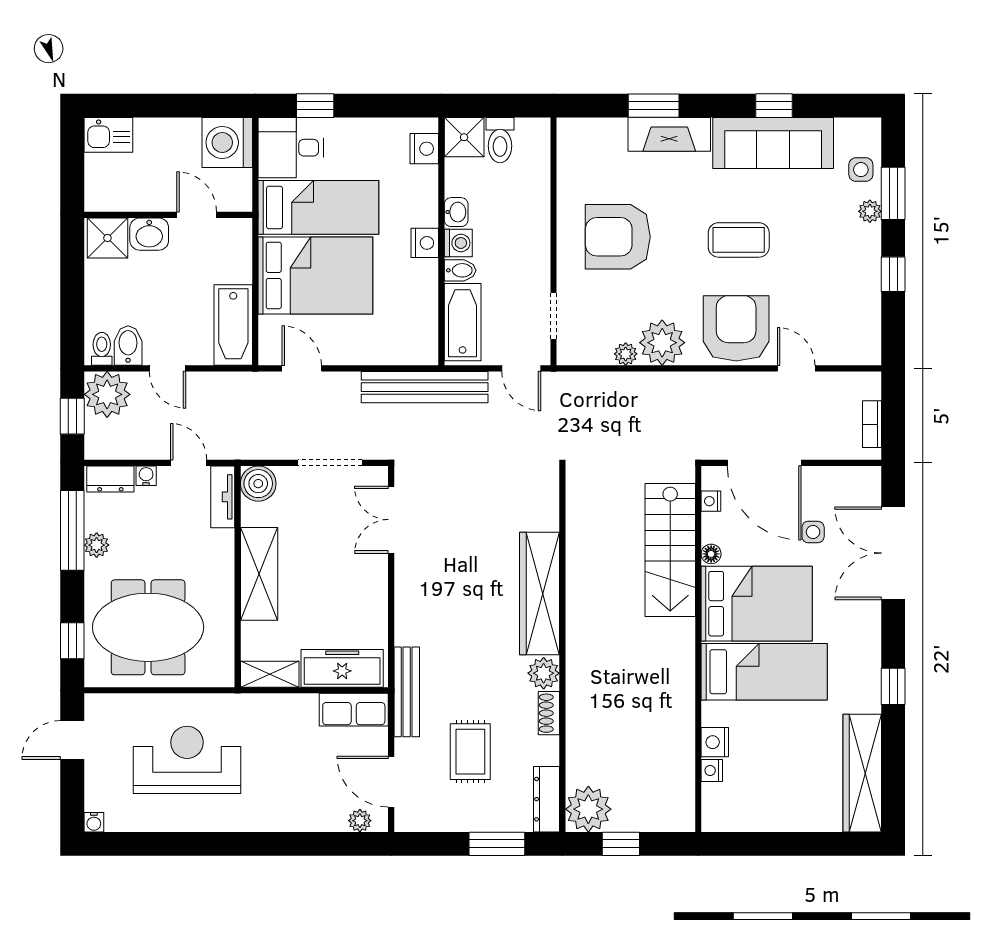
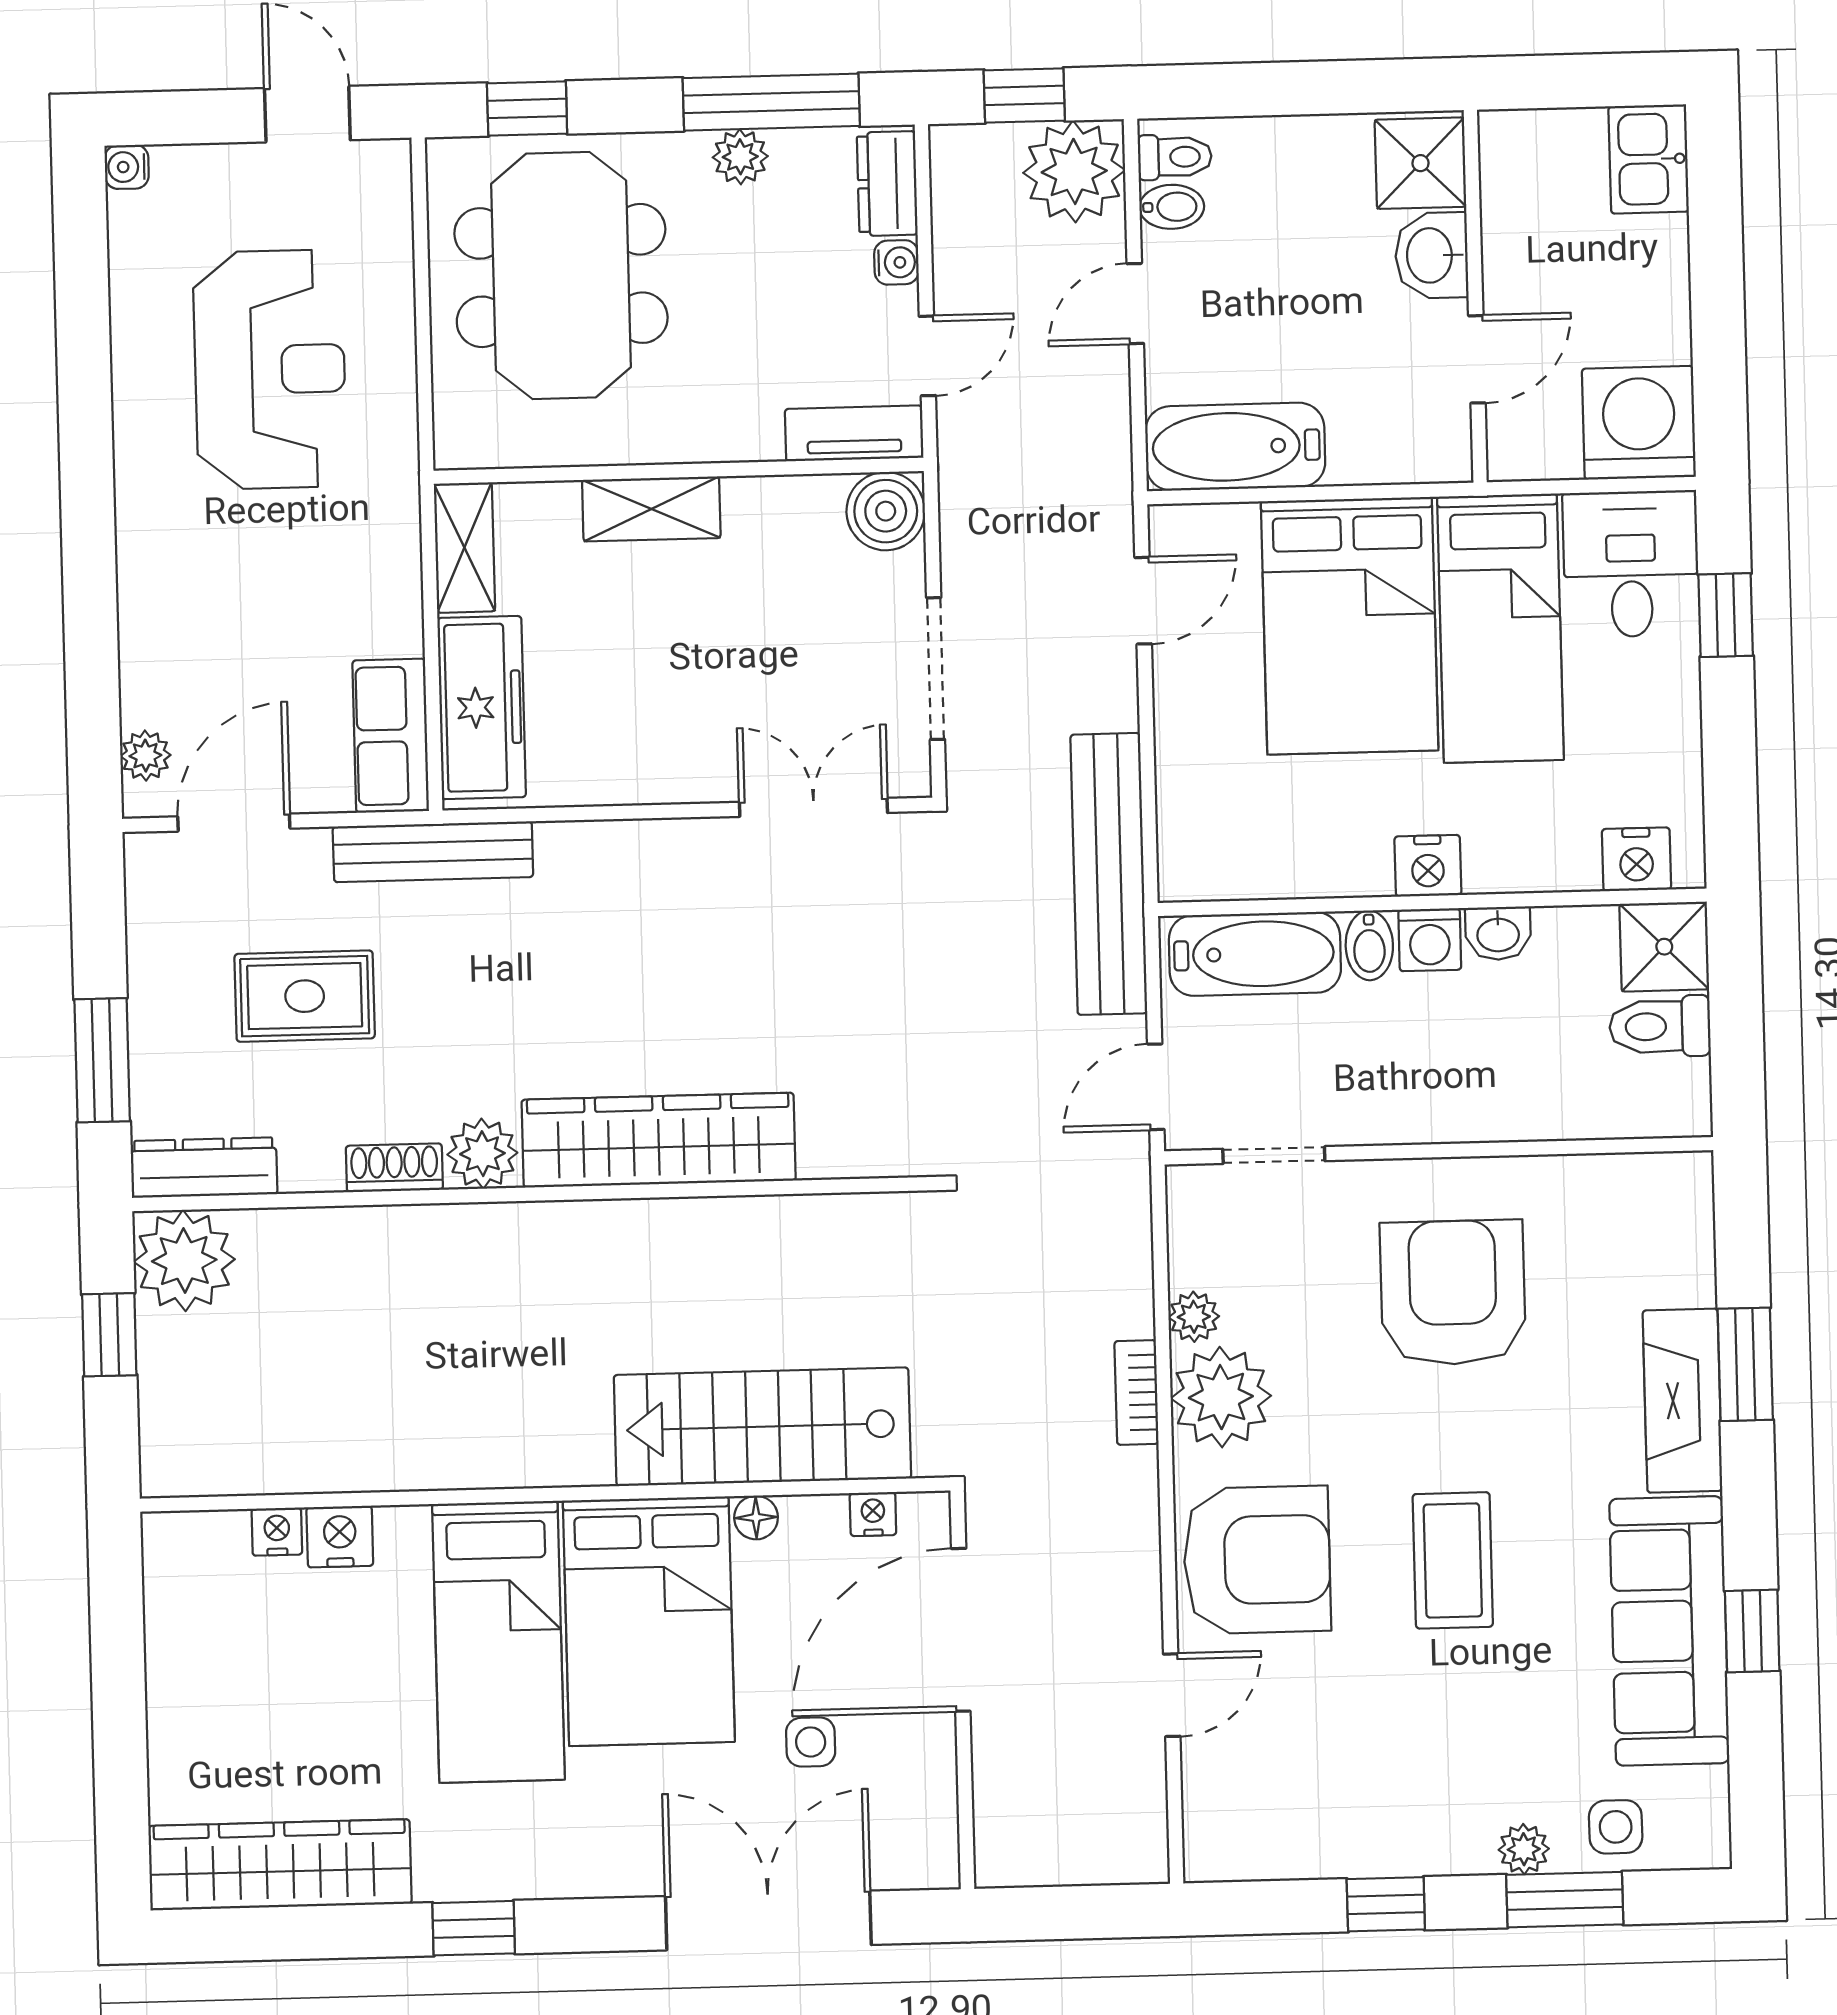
bidet: (128, 346) -> (1172, 207), width x0.72, depth x0.74
bookcase: (872, 424) -> (1137, 1392), moved, turned -90
shelving: (259, 574) -> (651, 509), width x0.67, depth x0.75

